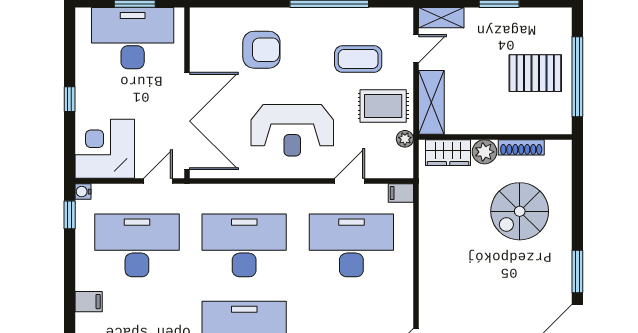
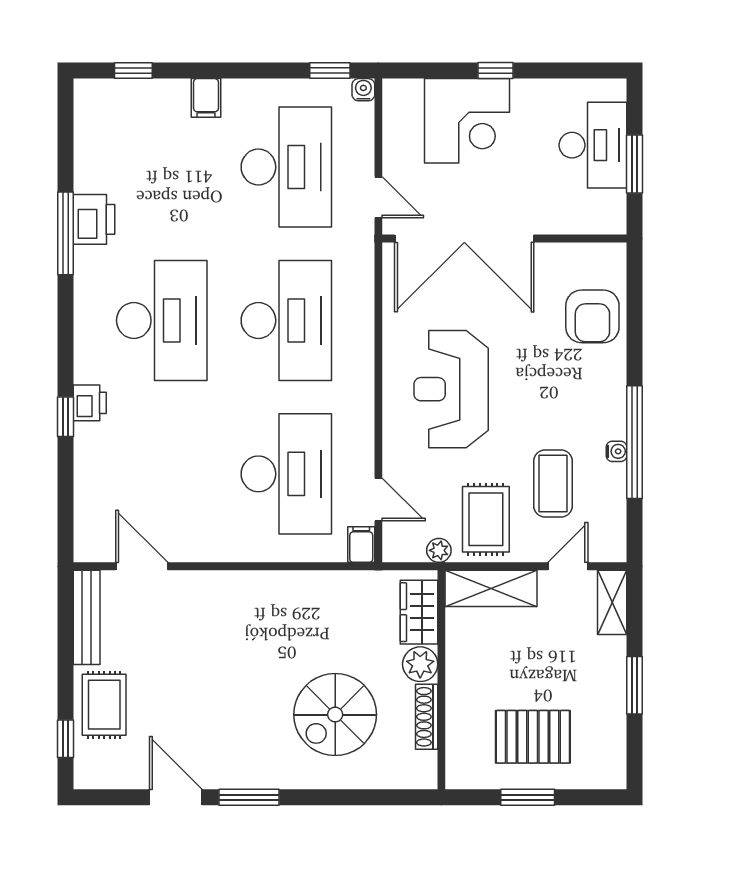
water cooler: (336, 15) -> (616, 451), added
desk: (133, 38) -> (593, 145), width x0.73, depth x0.77
door: (416, 49) -> (568, 566), swing flipped
armchair: (261, 50) -> (592, 316), moved
pallet: (535, 73) -> (533, 737), turned 90
window: (577, 77) -> (528, 797), width x0.47
corner desk: (105, 149) -> (467, 121), moved, turned 90
door: (350, 181) -> (378, 500), moved
spiral stairs: (520, 211) -> (335, 715), turned -90

